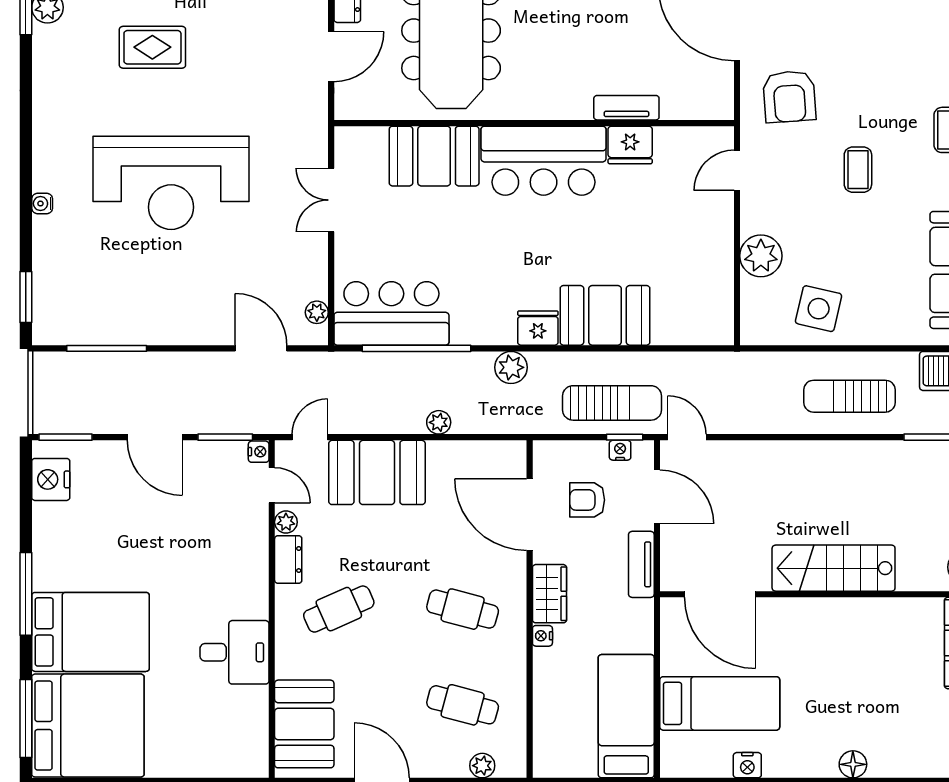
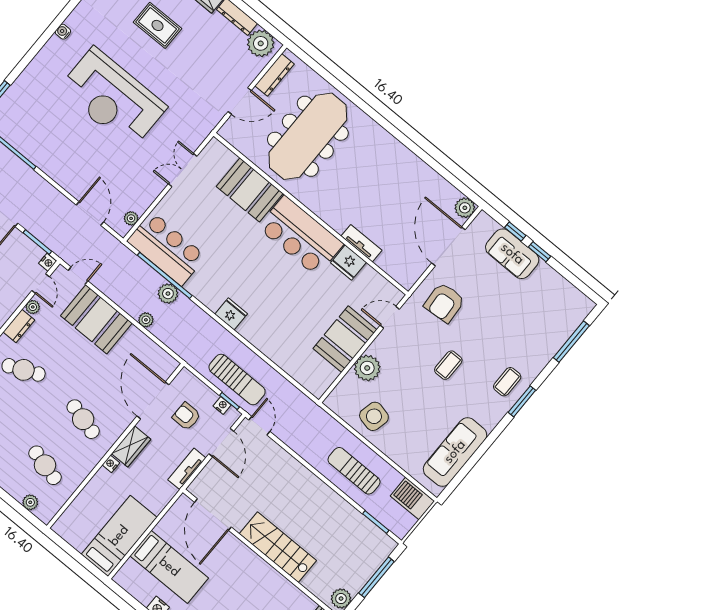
water cooler: (42, 204) -> (63, 32), moved
booth: (605, 315) -> (345, 339), moved, turned 90
plant: (511, 367) -> (168, 294), moved

